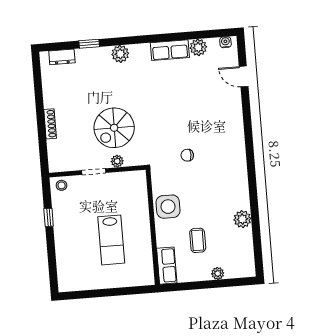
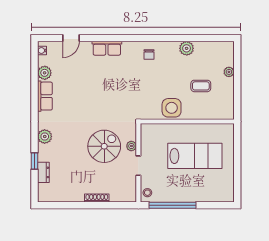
dresser: (62, 57) -> (43, 172), moved
spiral stairs: (114, 128) -> (104, 146), turned -90
chair: (187, 155) -> (149, 54), moved
window: (49, 217) -> (173, 205), width x3.17
lab bench: (111, 240) -> (195, 156), width x1.36, depth x1.39
row of seats: (167, 266) -> (107, 48), moved, turned 180

